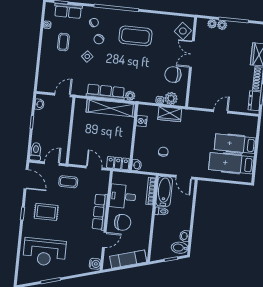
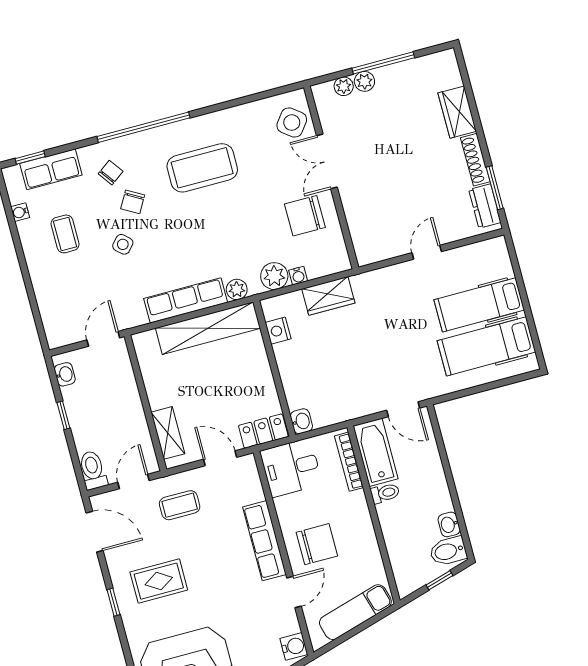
plant: (171, 98) -> (274, 276), moved
shelving: (75, 148) -> (168, 433), added
chair: (163, 152) -> (344, 375), removed
desk: (123, 196) -> (291, 468), moved

